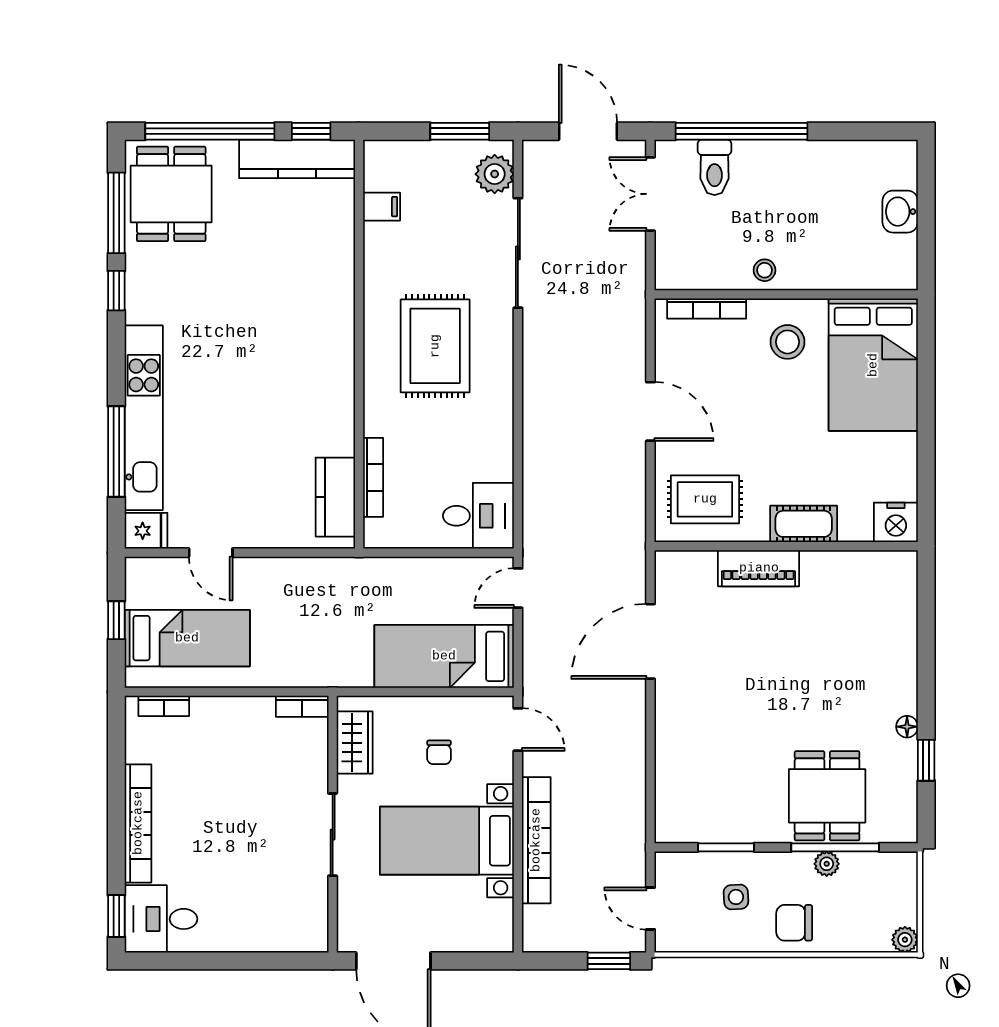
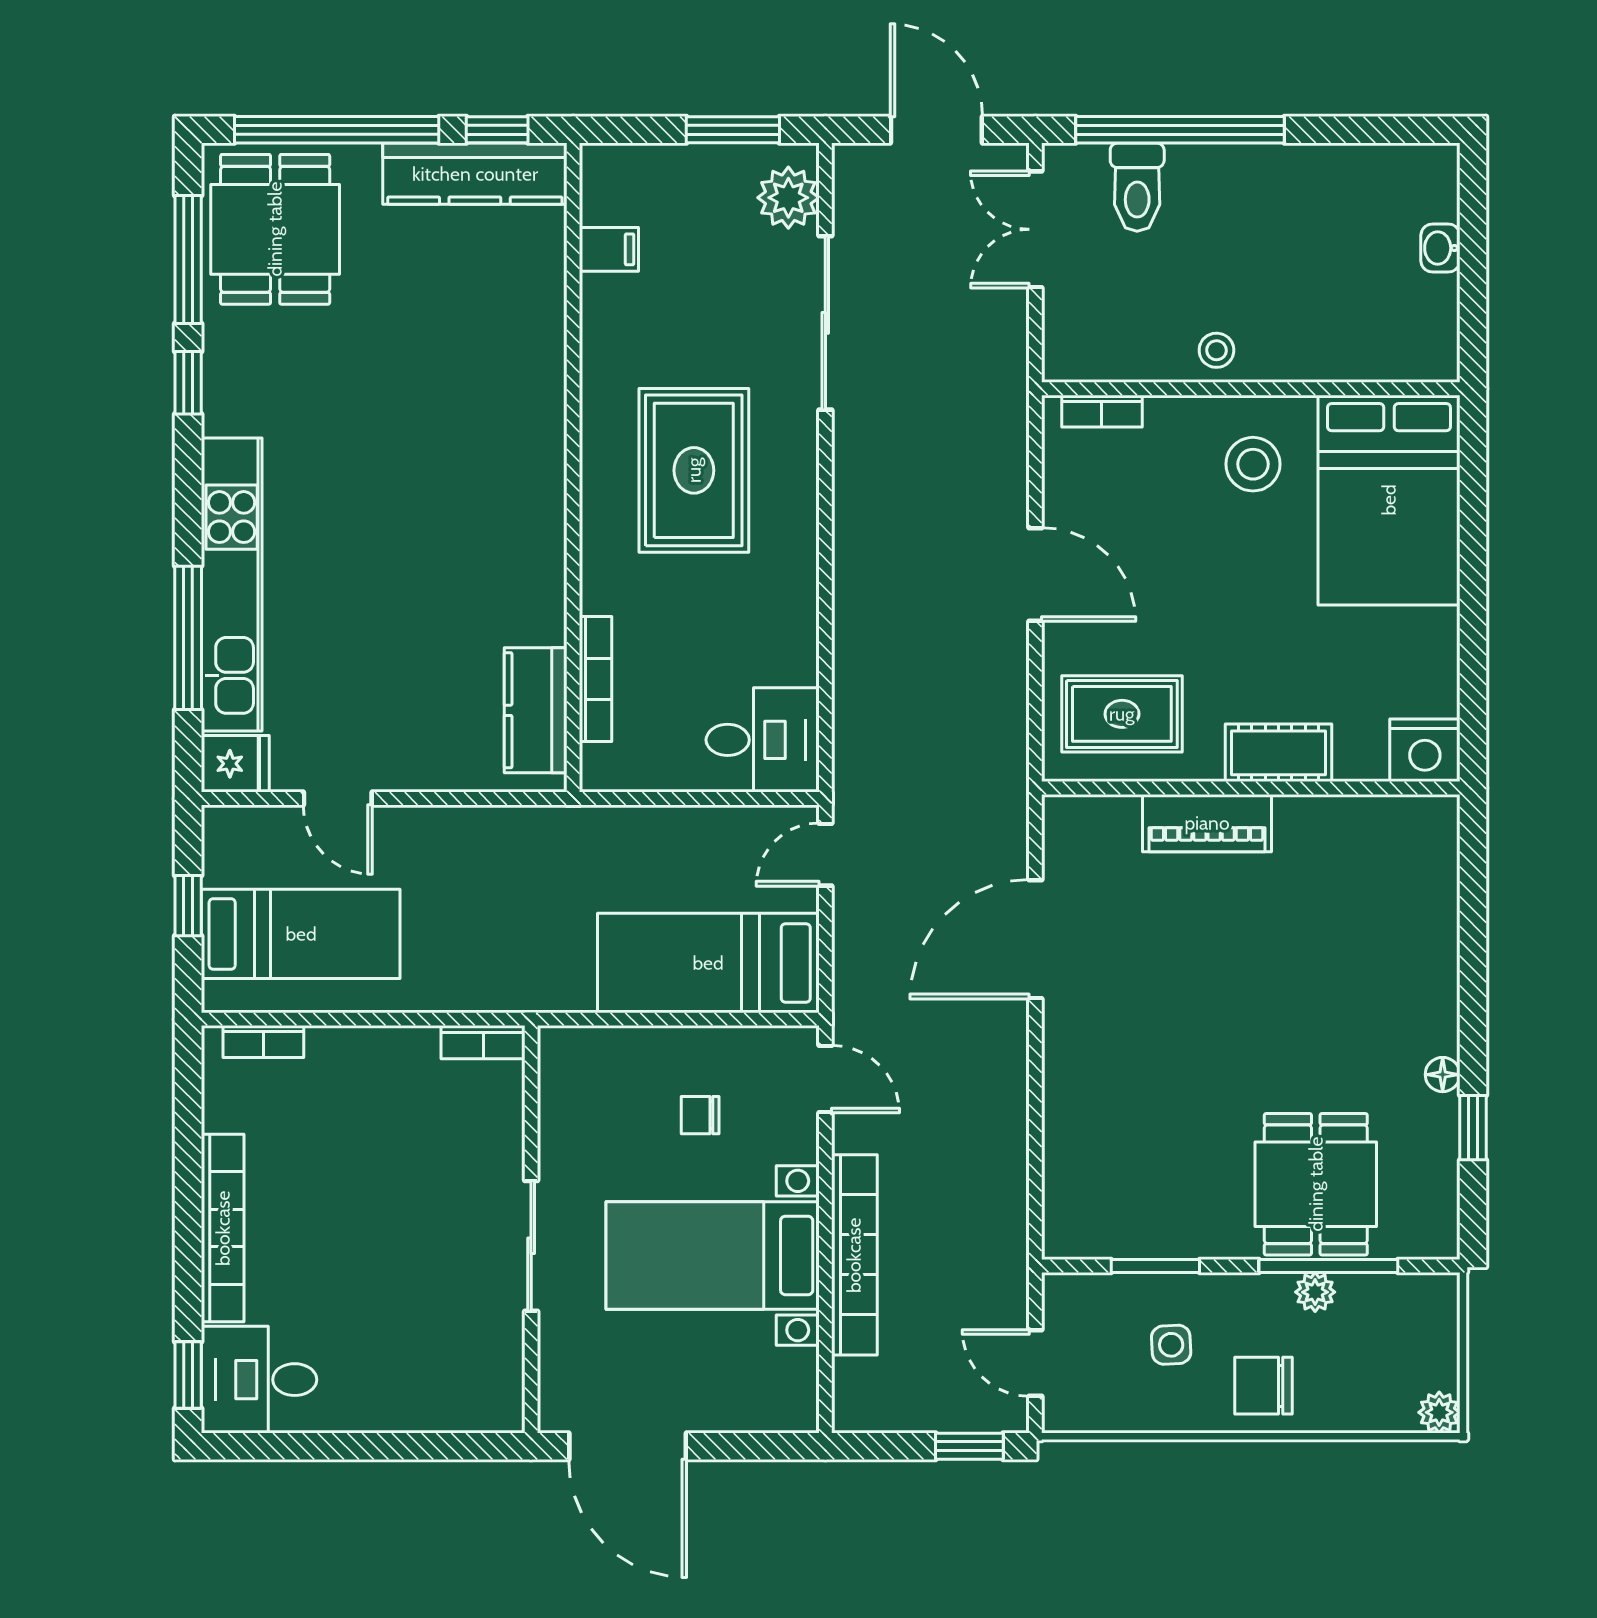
washbasin: (900, 212) -> (1440, 248), width x0.72, depth x0.69
bookcase: (707, 309) -> (1102, 411), width x0.64
wardrobe: (355, 743) -> (566, 1100), removed
chair: (439, 752) -> (700, 1115), turned 90

